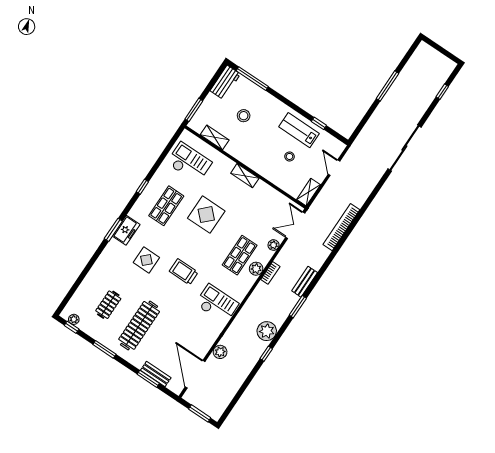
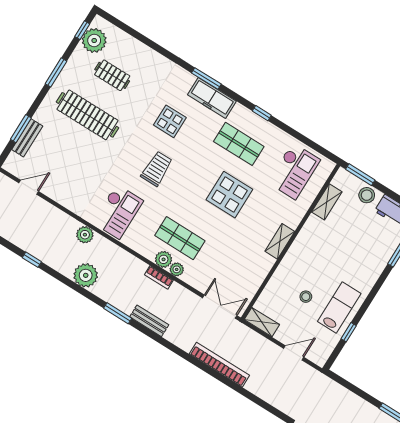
stool: (244, 116) -> (367, 195), moved
freezer: (126, 230) -> (212, 98), width x1.40
plant: (274, 245) -> (177, 269), moved
plant: (74, 319) -> (94, 40), width x1.87, depth x1.87
plant: (220, 352) -> (85, 235), moved
window: (266, 354) -> (32, 260), moved
door: (195, 374) -> (29, 187), width x0.53

